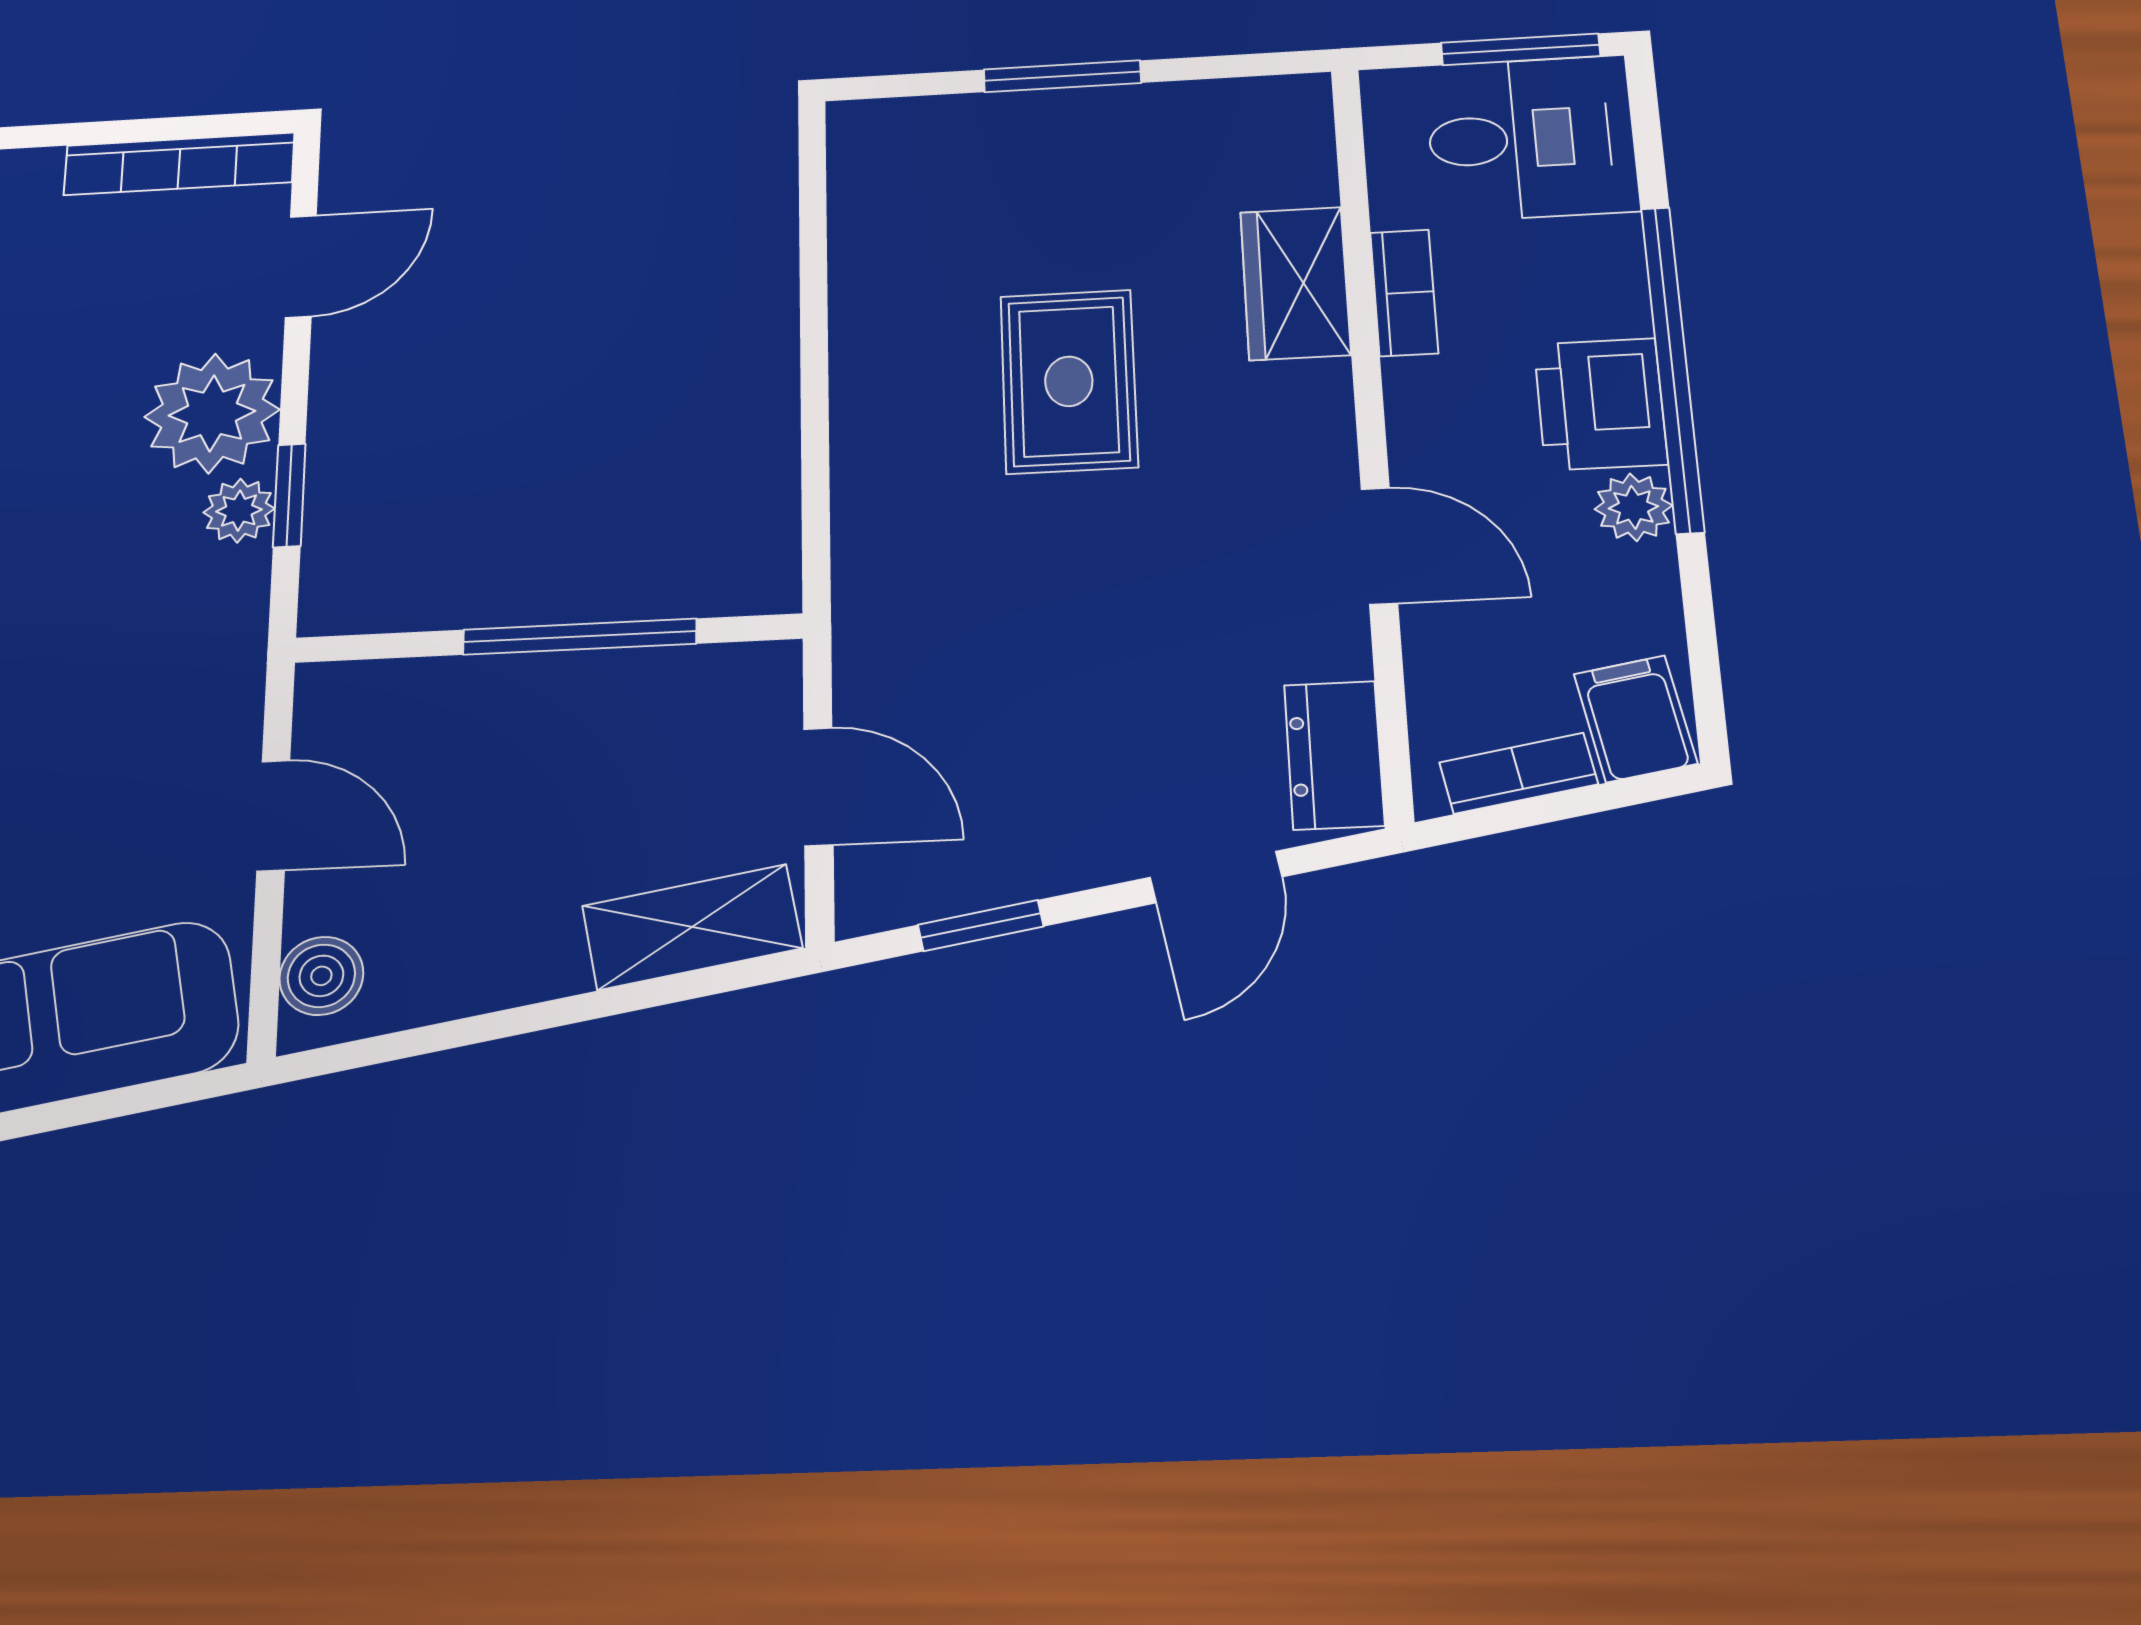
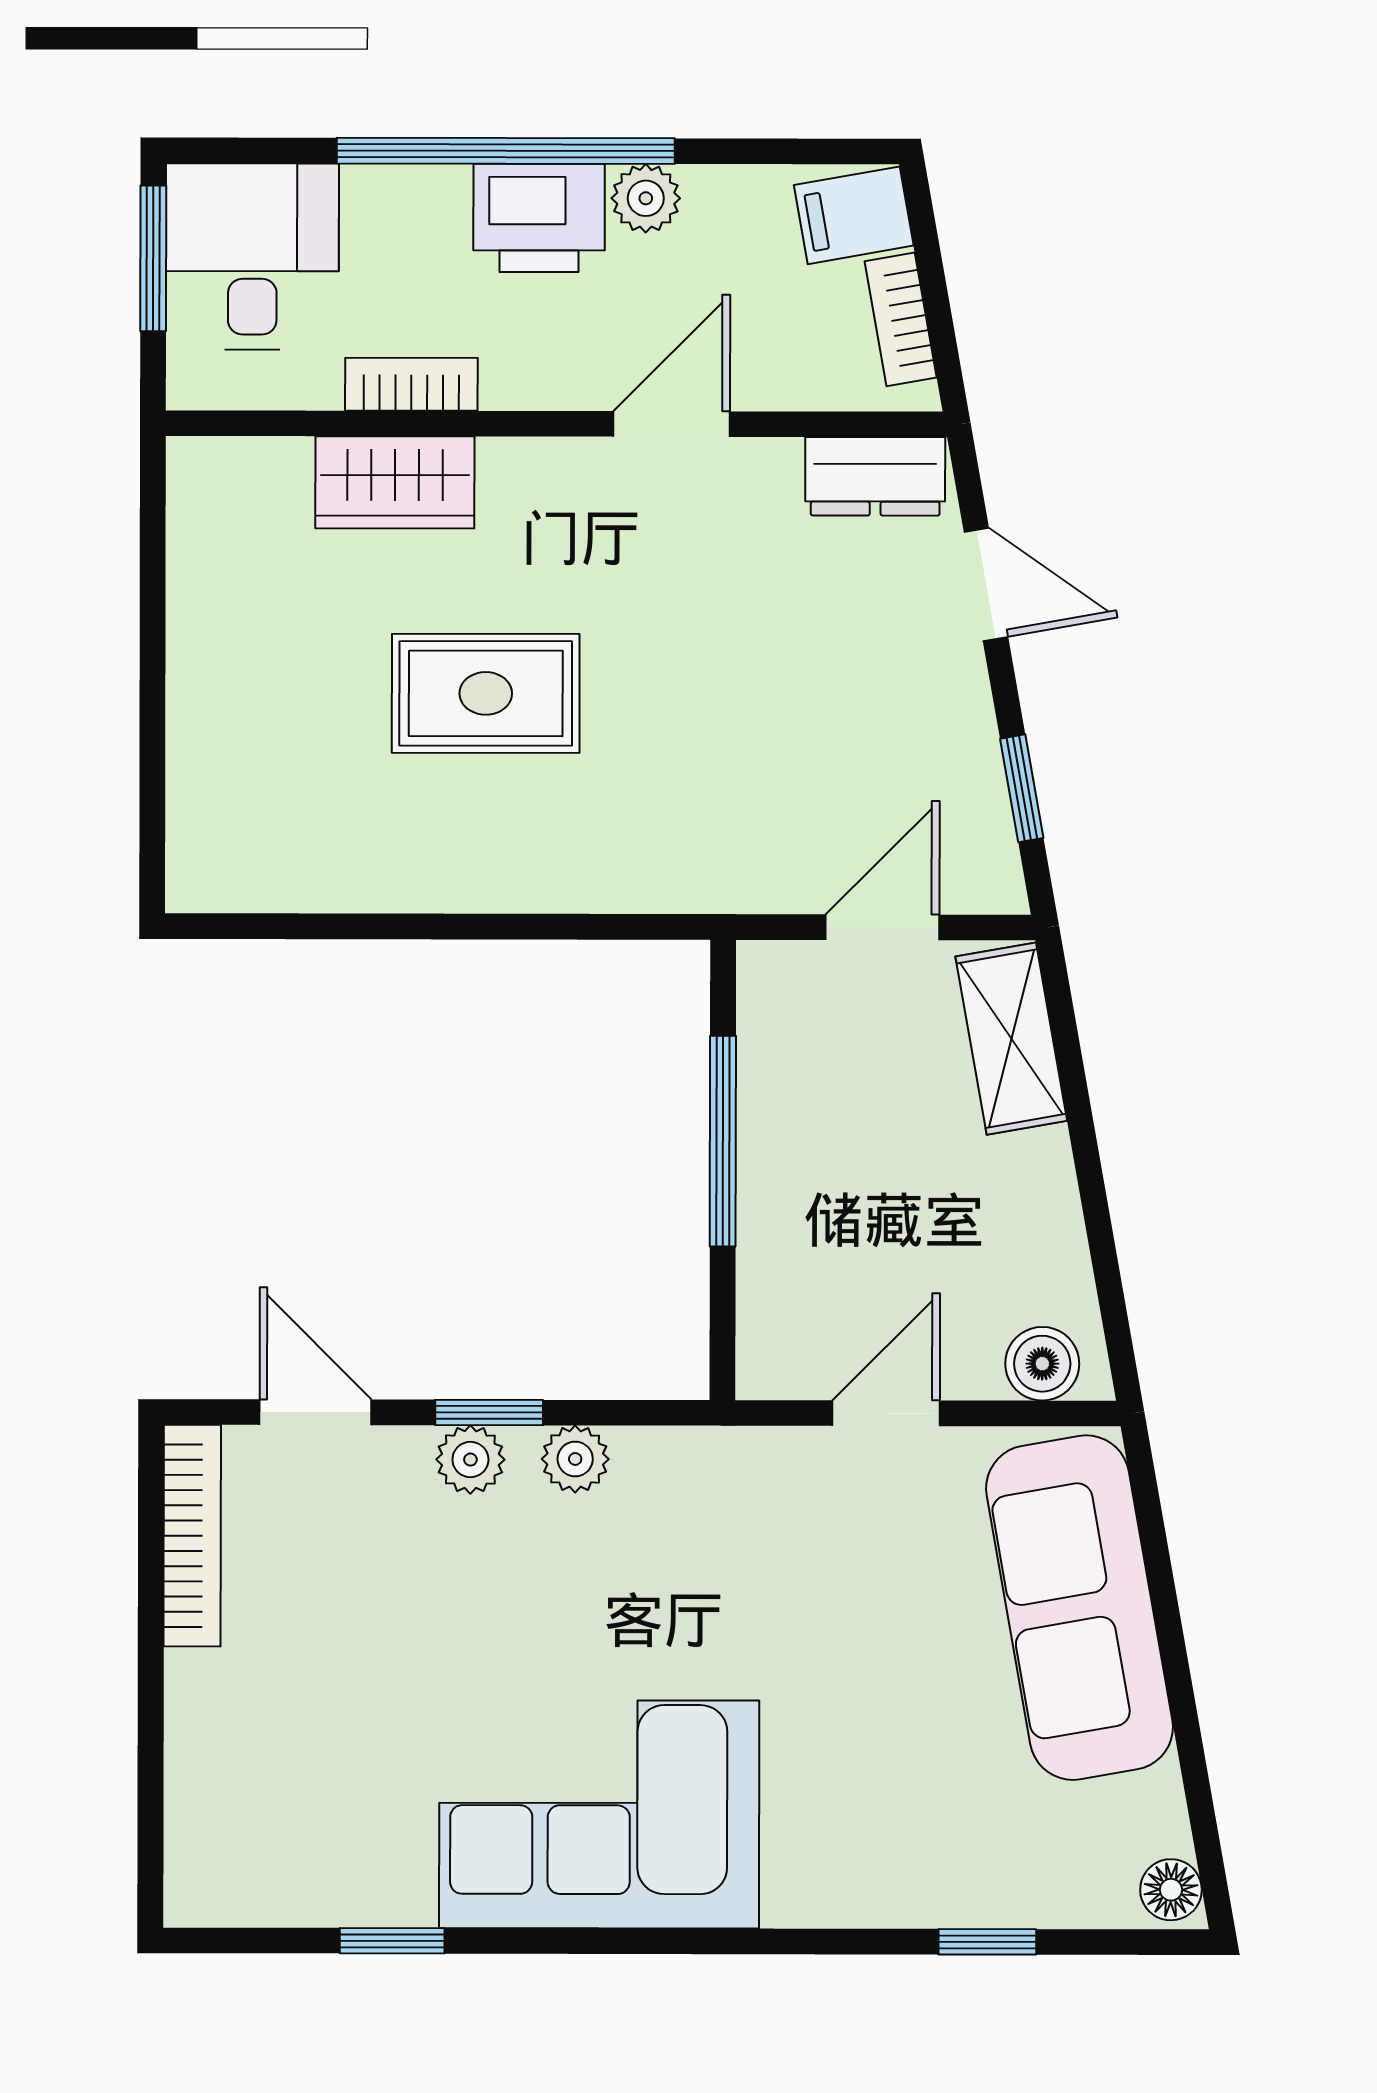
window: (1062, 76) -> (152, 688), removed
plant: (212, 413) -> (470, 1460), width x0.53, depth x0.53
window: (289, 495) -> (489, 1412), moved

